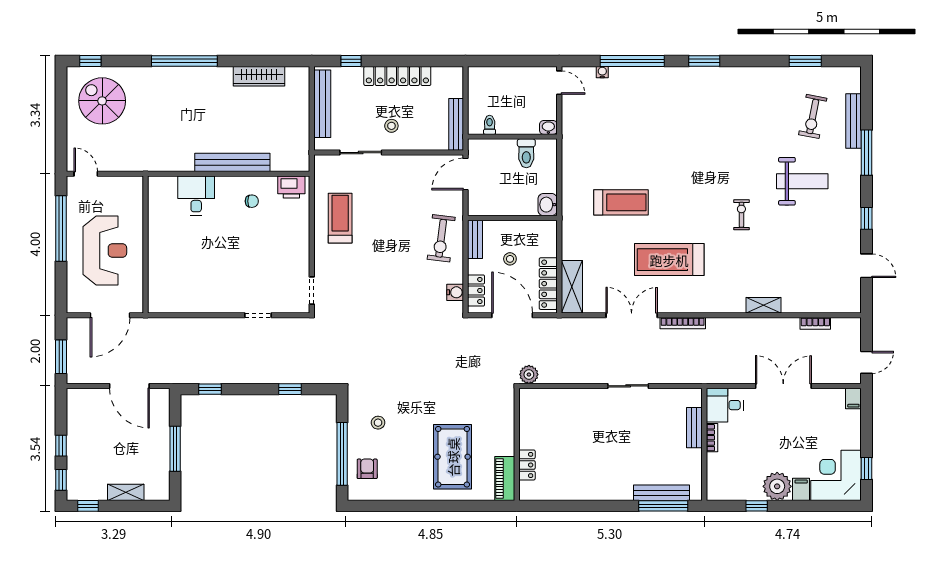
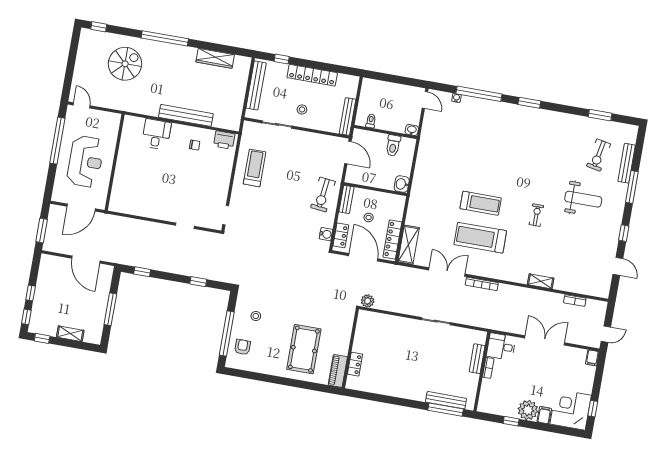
spiral stairs: (102, 101) -> (125, 64), moved, turned 90
door: (466, 174) -> (348, 152), swing flipped
treadmill: (621, 202) -> (481, 203), moved

